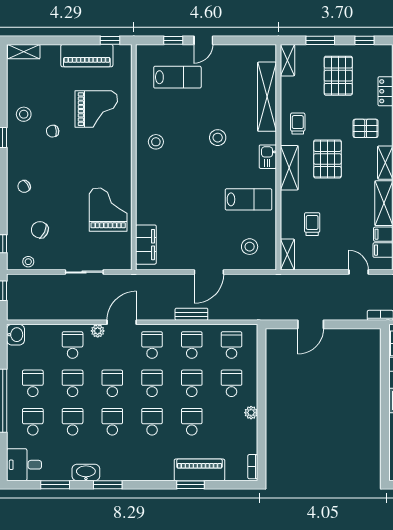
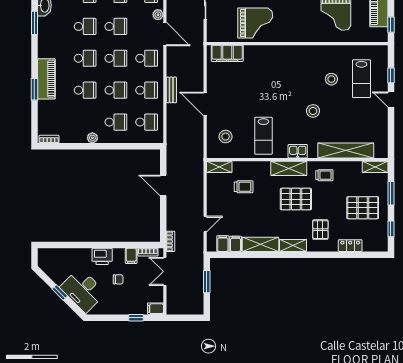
stool: (156, 142) -> (331, 79), moved
piano: (199, 470) -> (46, 79), moved

